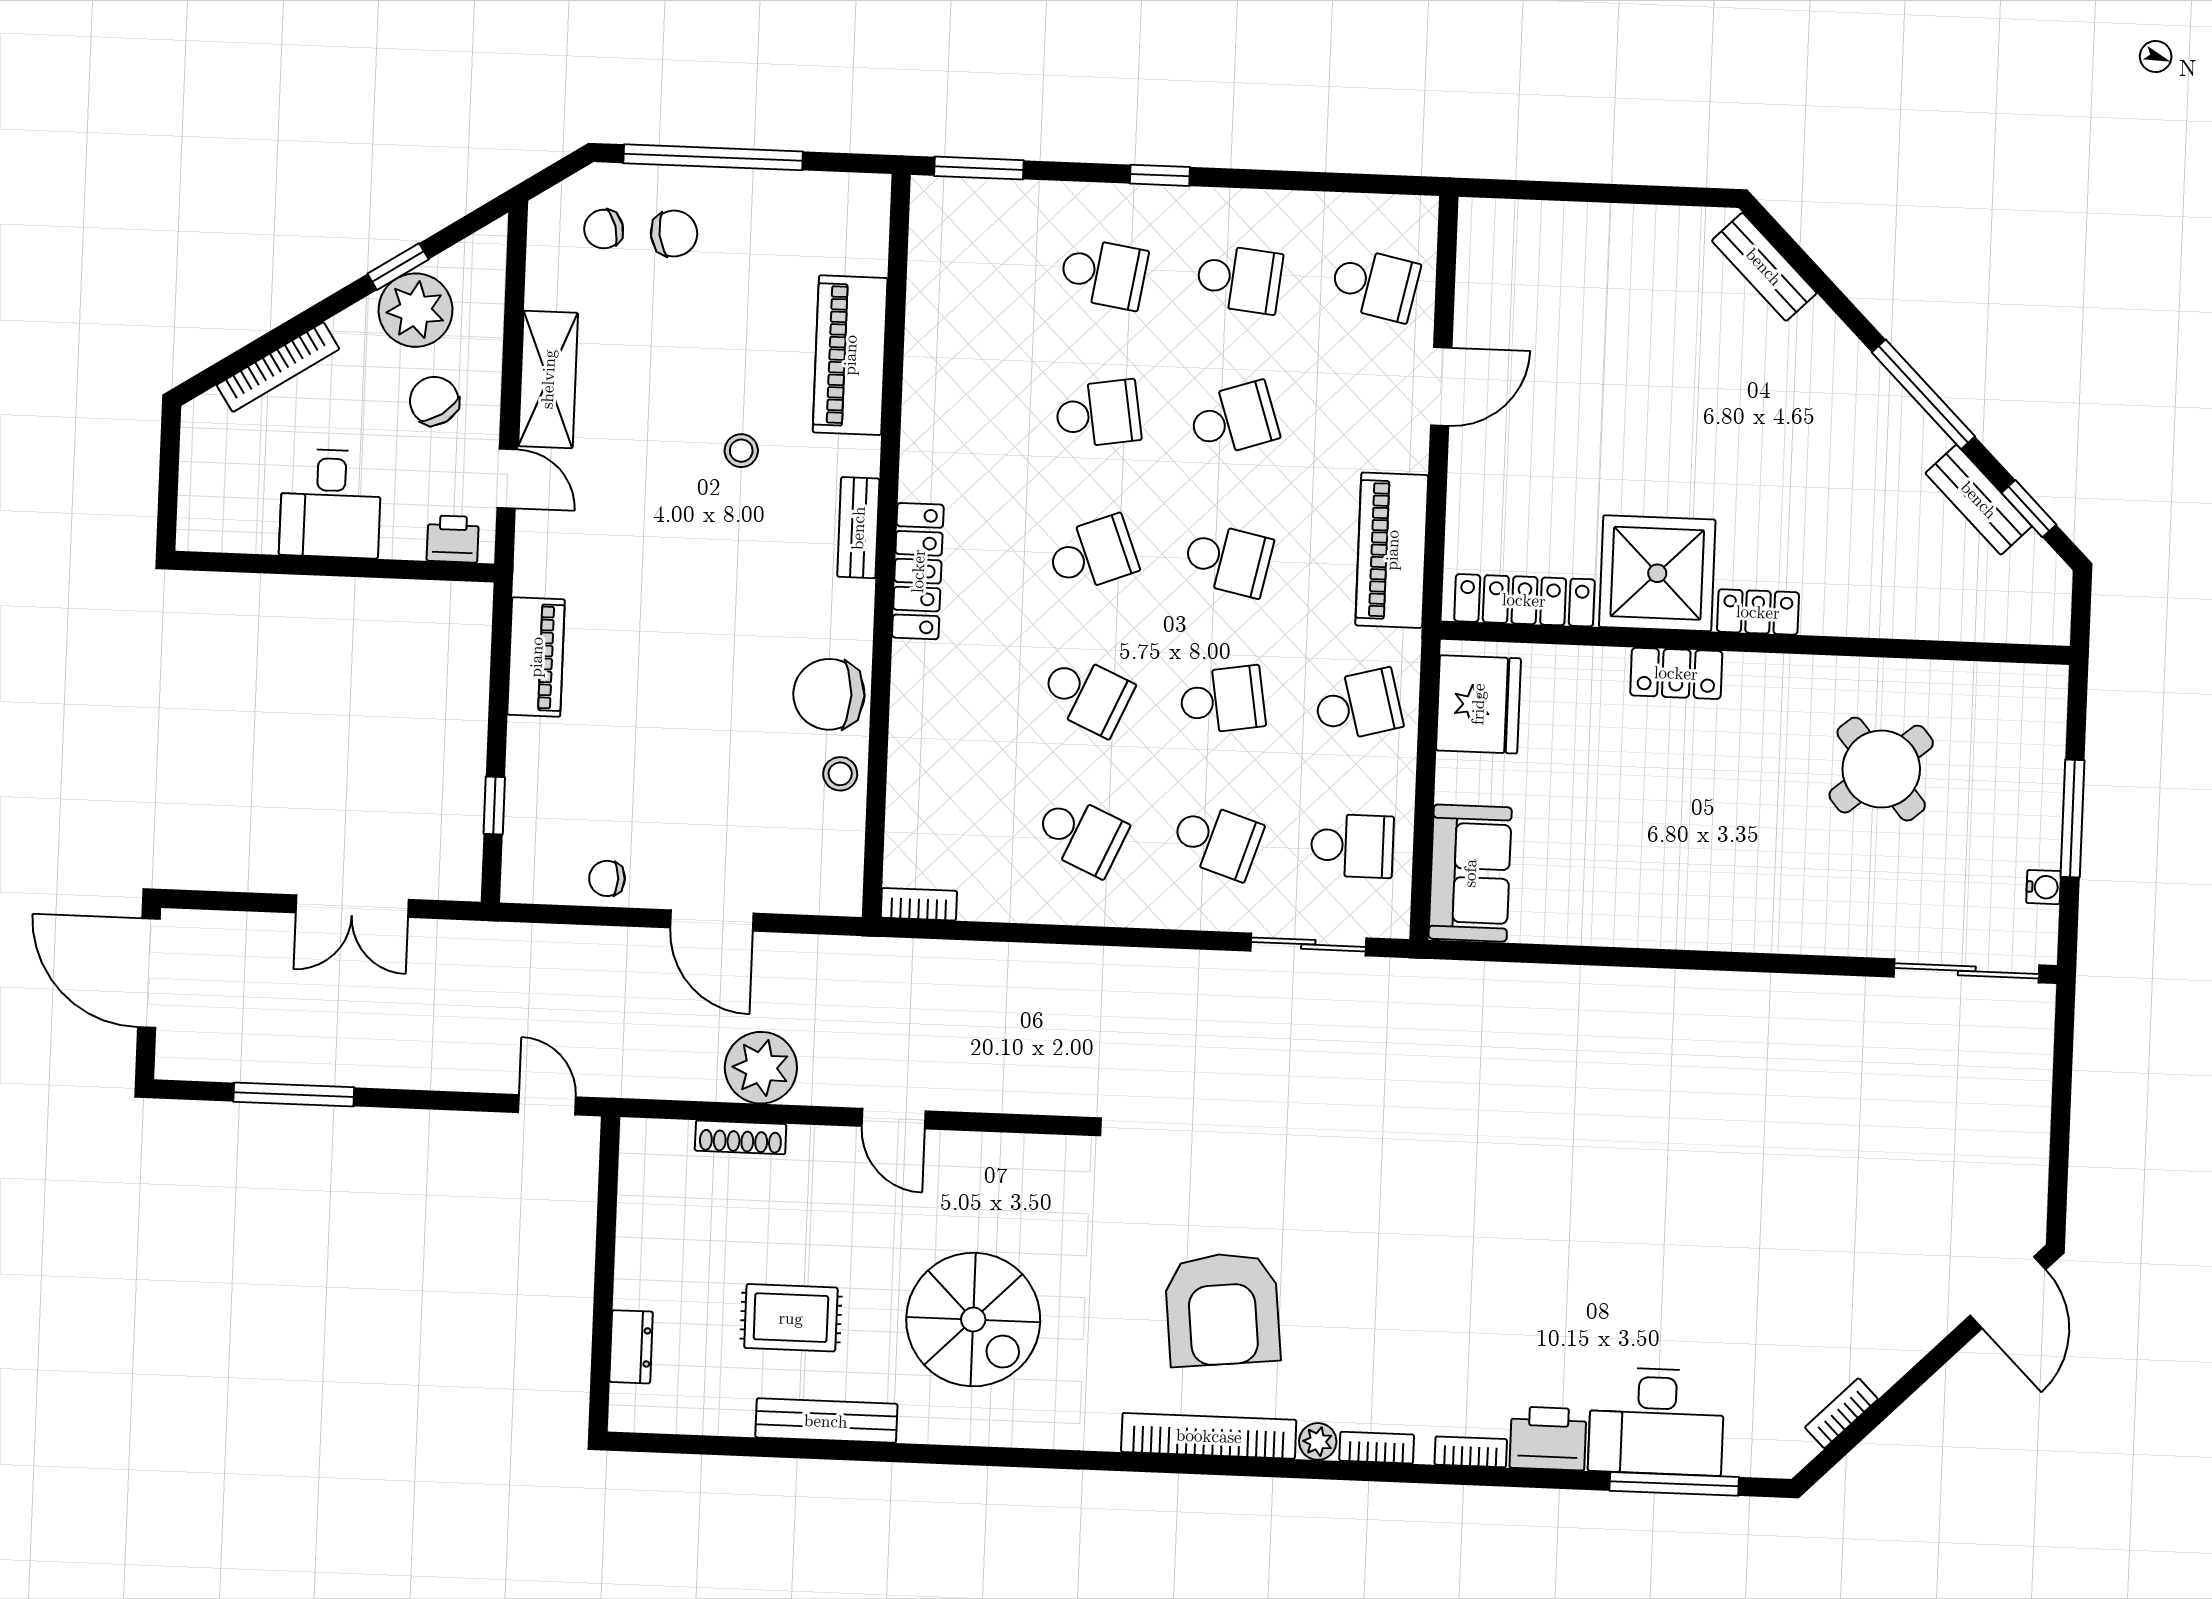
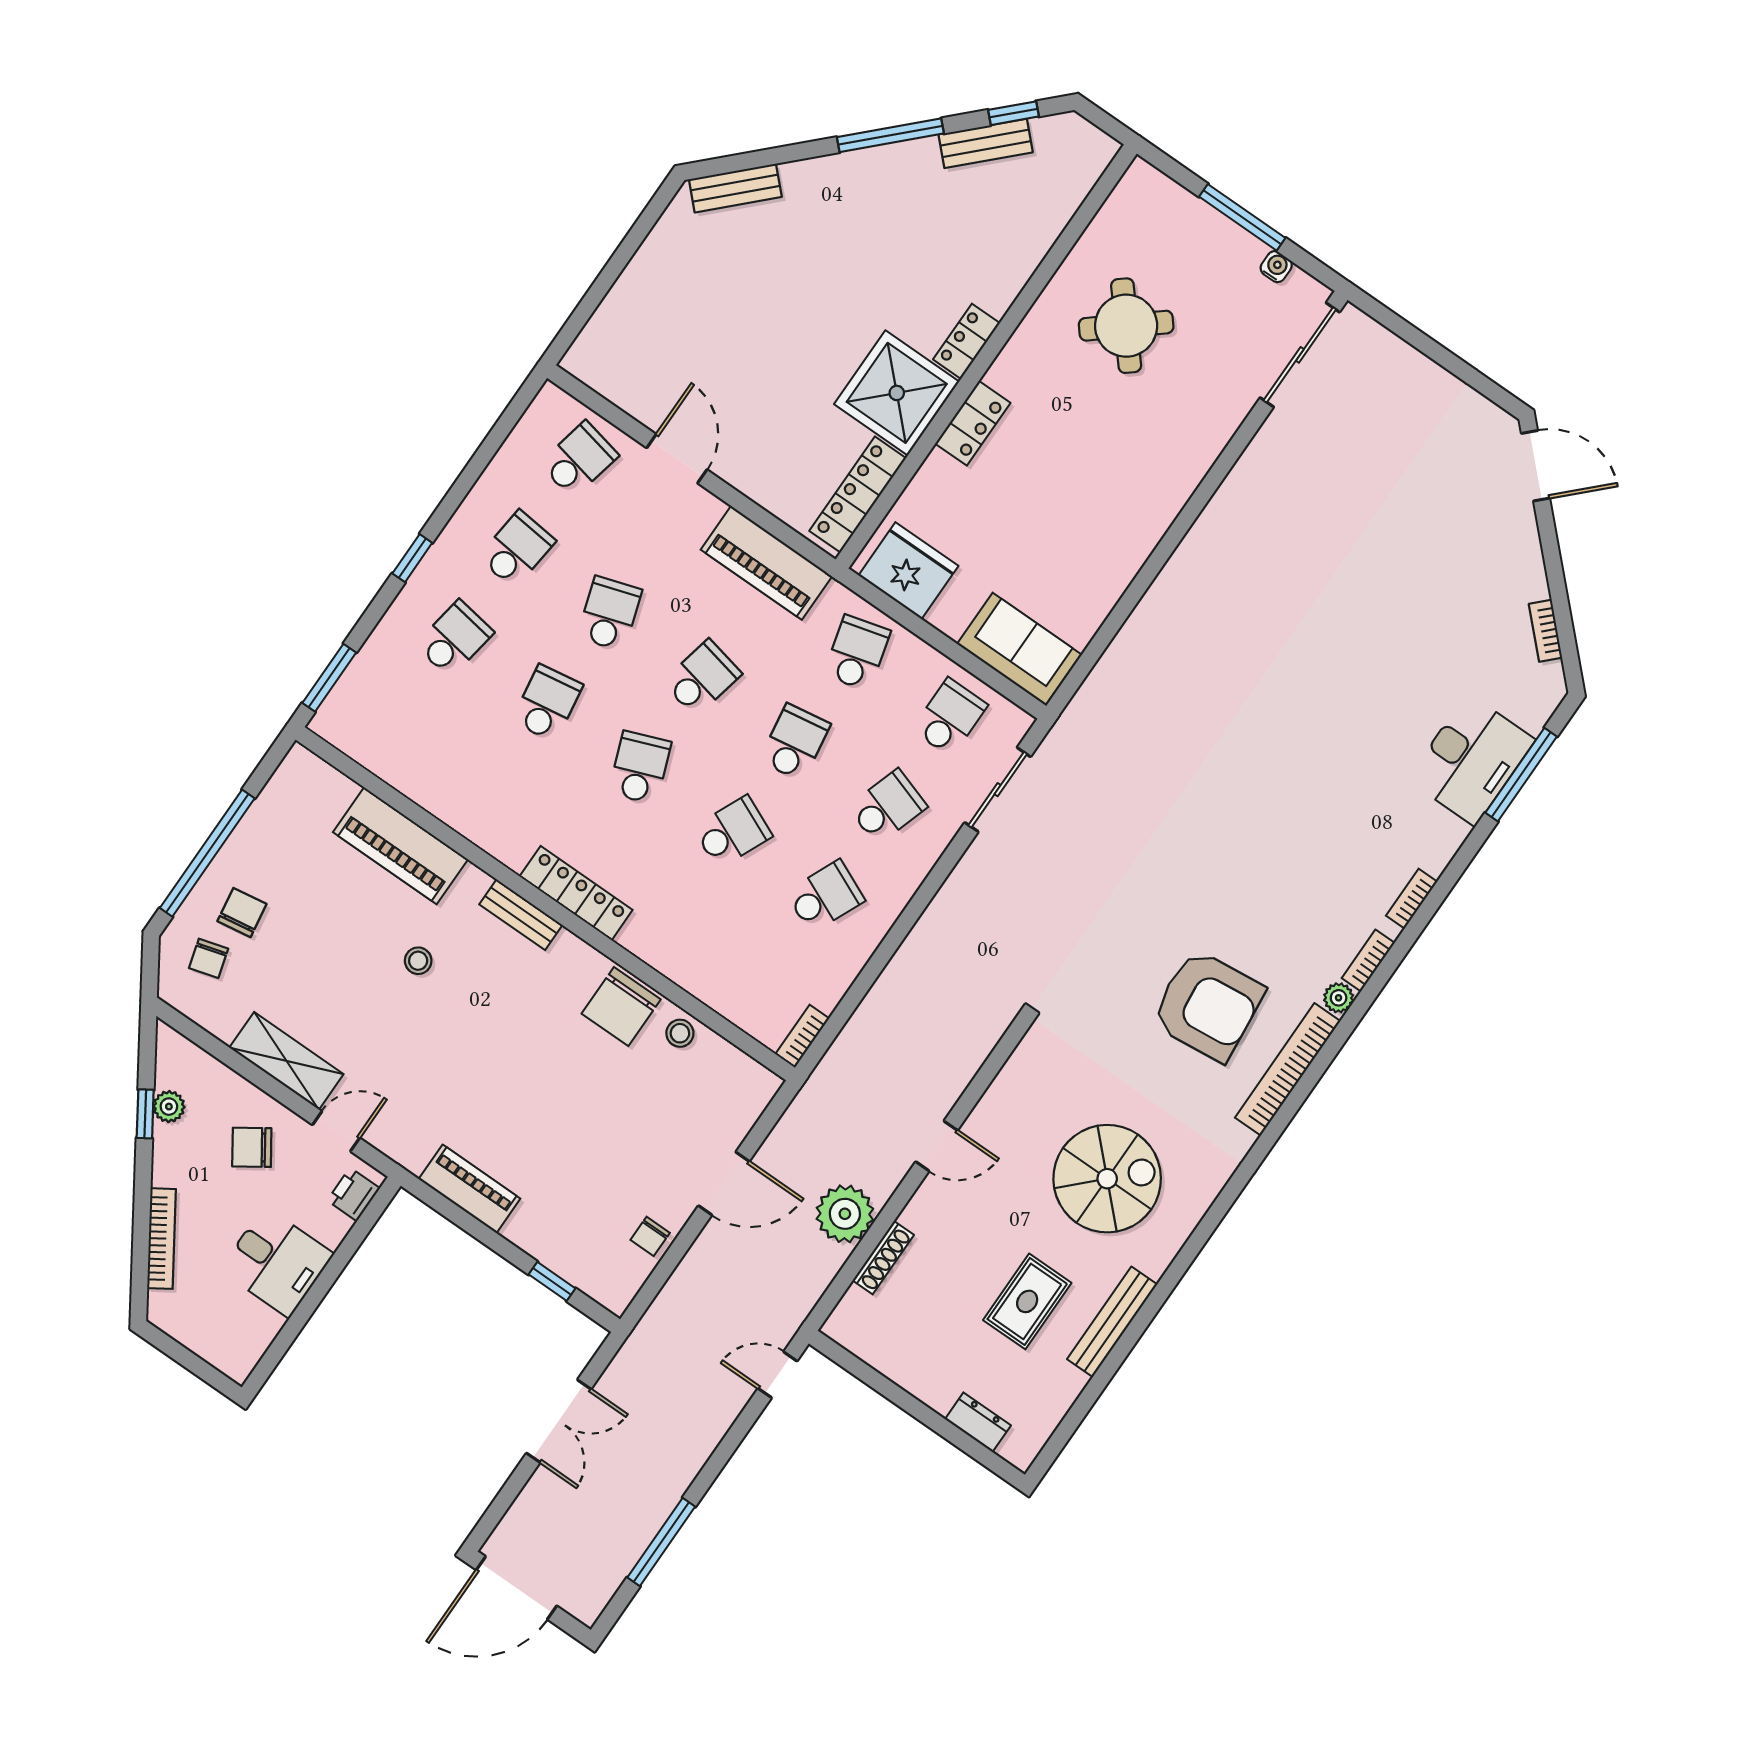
plant: (415, 310) -> (169, 1107), width x0.53, depth x0.53
printer: (1548, 1438) -> (1436, 840), removed

